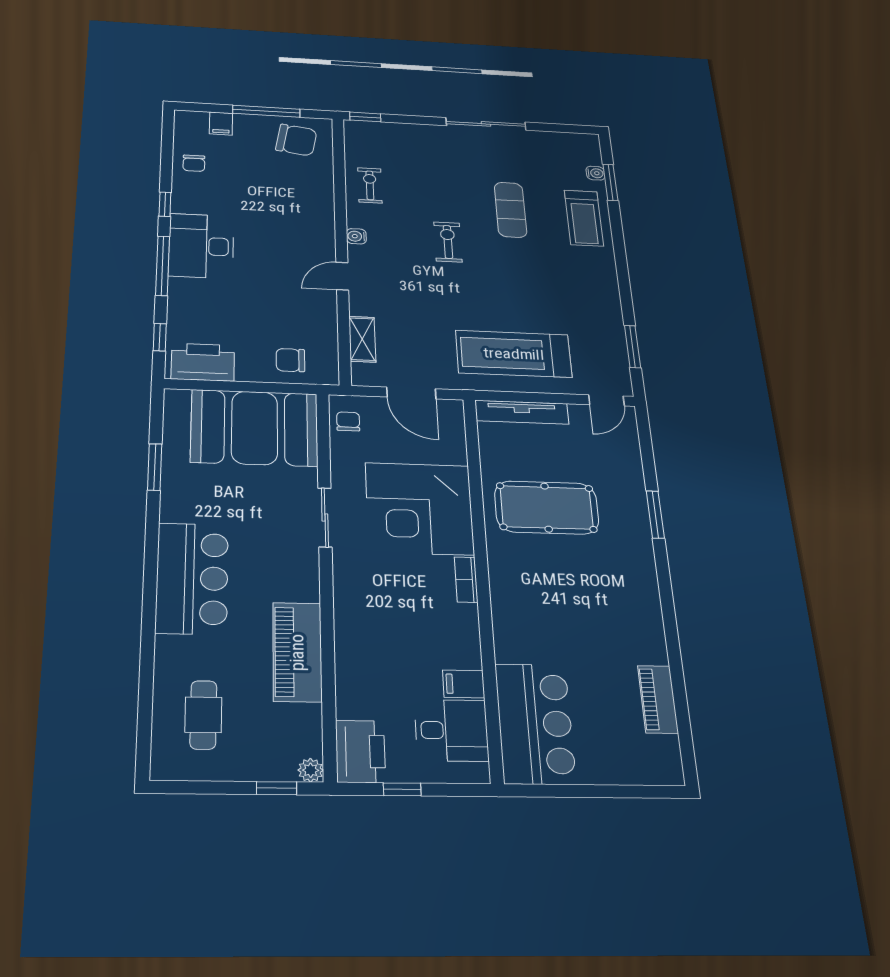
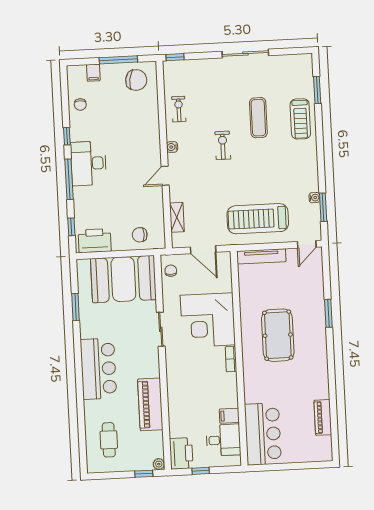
water cooler: (595, 173) -> (314, 198), moved
pool table: (547, 507) -> (278, 335), moved, turned 90

